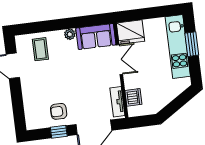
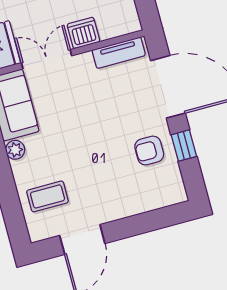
dishwasher: (133, 97) -> (83, 33), moved
armchair: (59, 111) -> (149, 151), turned 90

